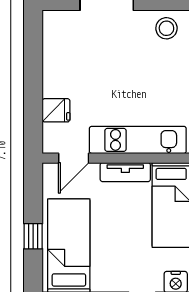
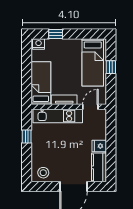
kitchen counter: (57, 39) -> (99, 167), added
fridge: (56, 110) -> (99, 146), moved

